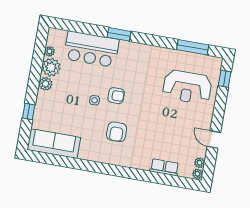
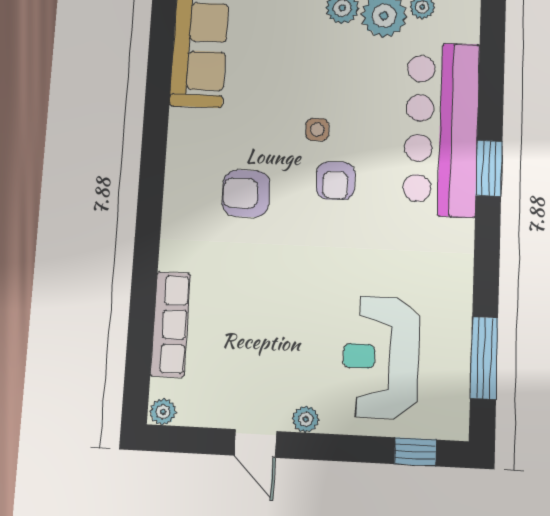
bar counter: (91, 49) -> (441, 129), width x1.36
door: (214, 140) -> (255, 443), swing flipped
plant: (199, 163) -> (306, 419), moved
row of seats: (164, 167) -> (170, 324), width x1.48

